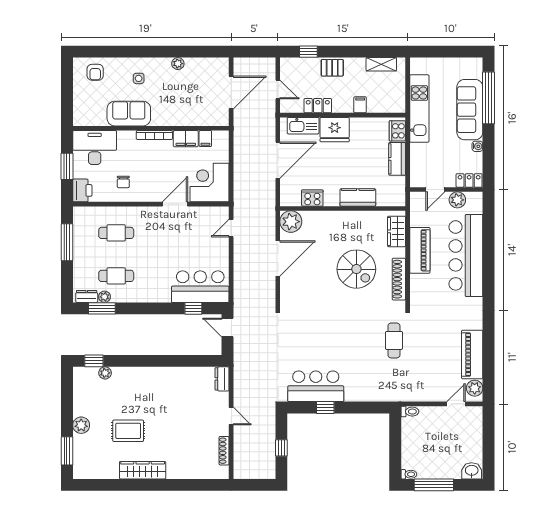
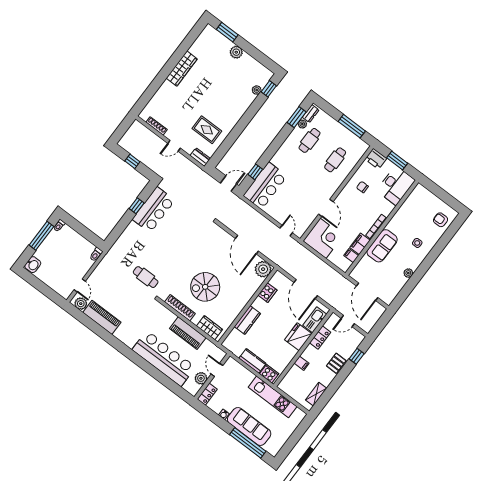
sofa: (129, 114) -> (382, 246), moved
rug: (128, 431) -> (207, 130), moved, turned 90

